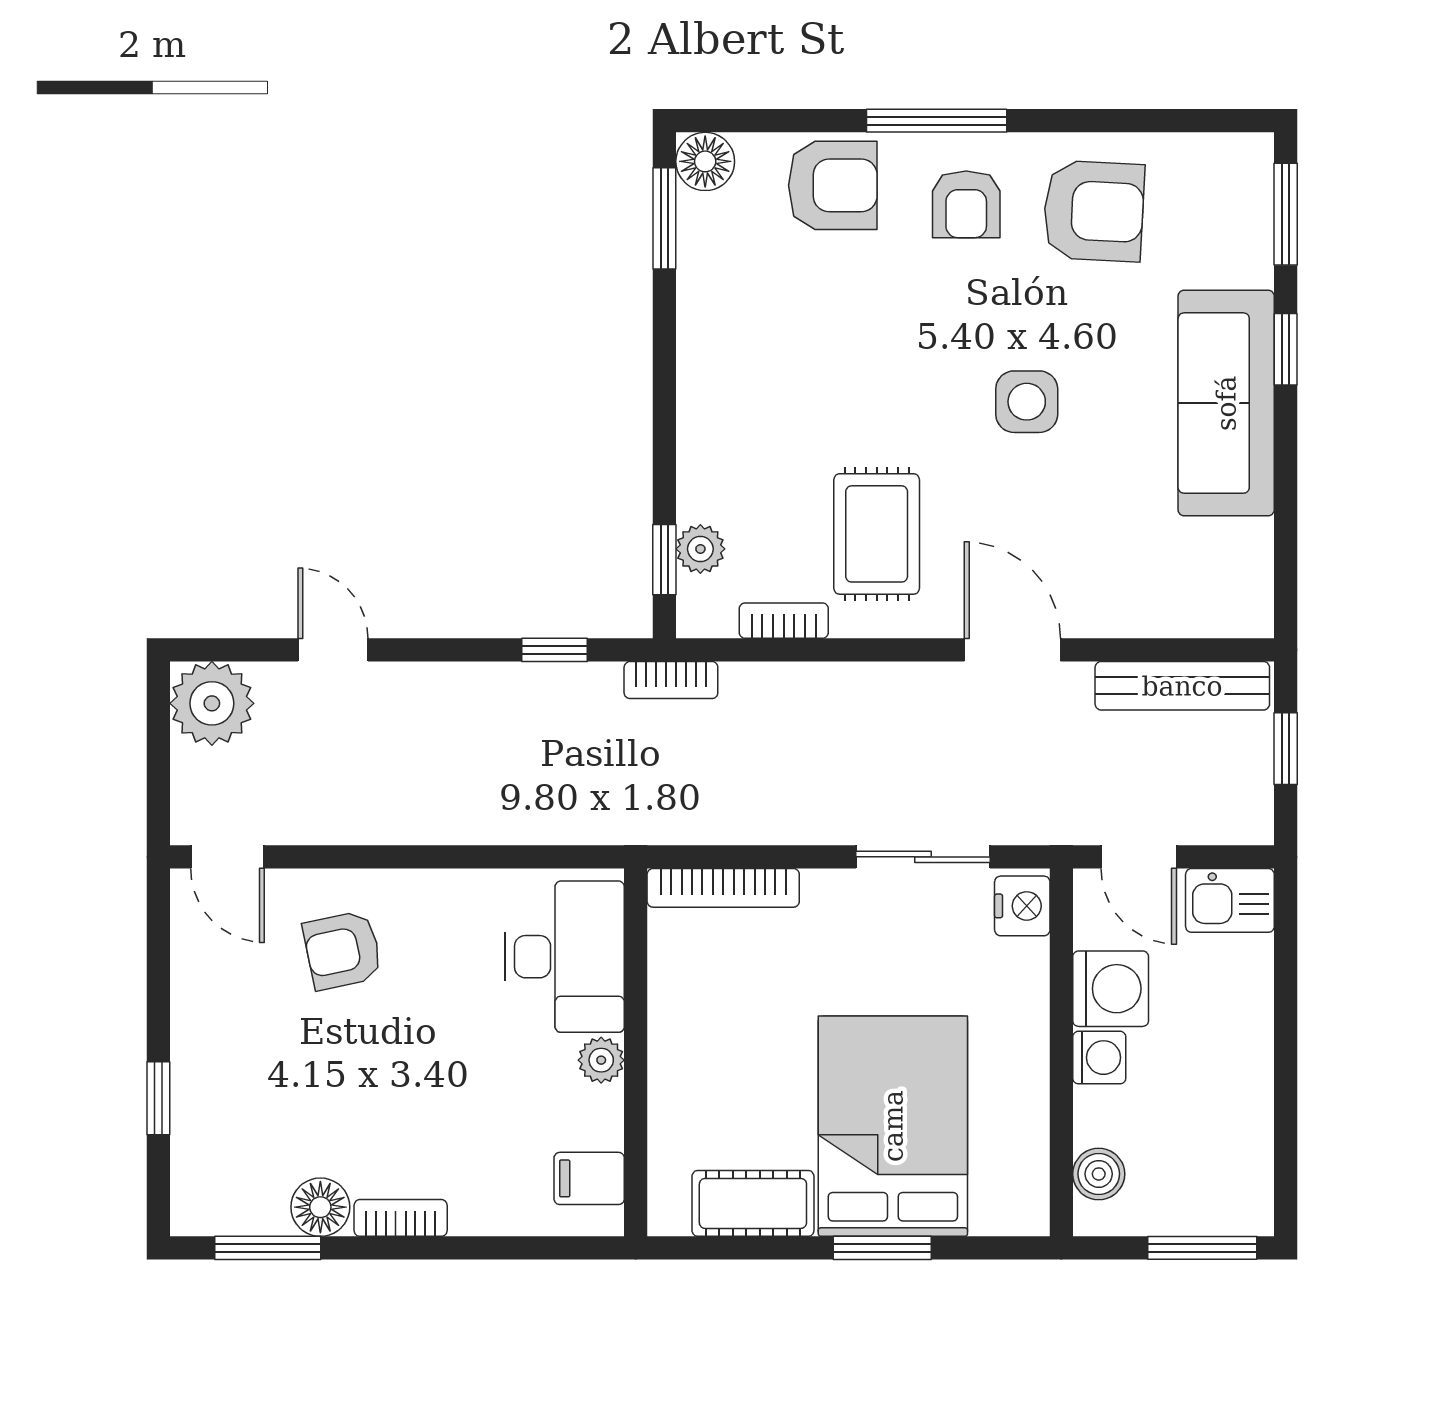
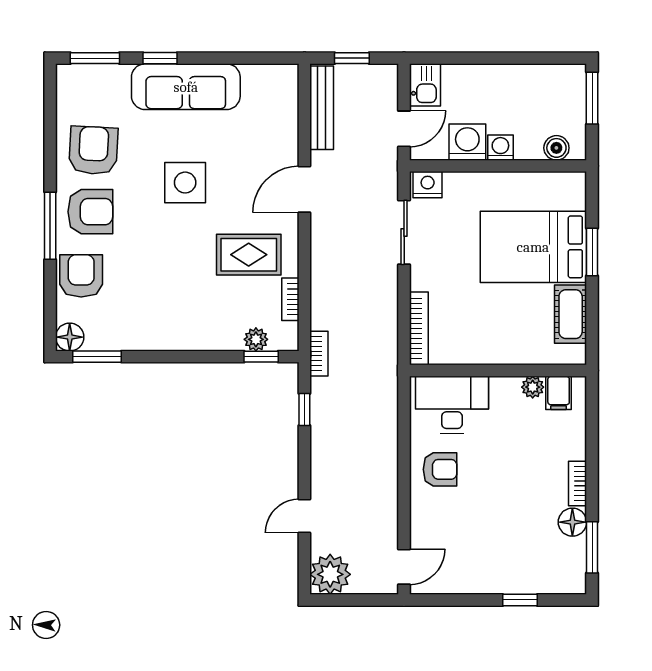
armchair: (966, 204) -> (90, 212), width x1.38, depth x1.38
side table: (1027, 402) -> (185, 183), width x1.37, depth x1.37
armchair: (343, 950) -> (440, 469), moved, turned -78
plant: (601, 1060) -> (533, 387), moved

